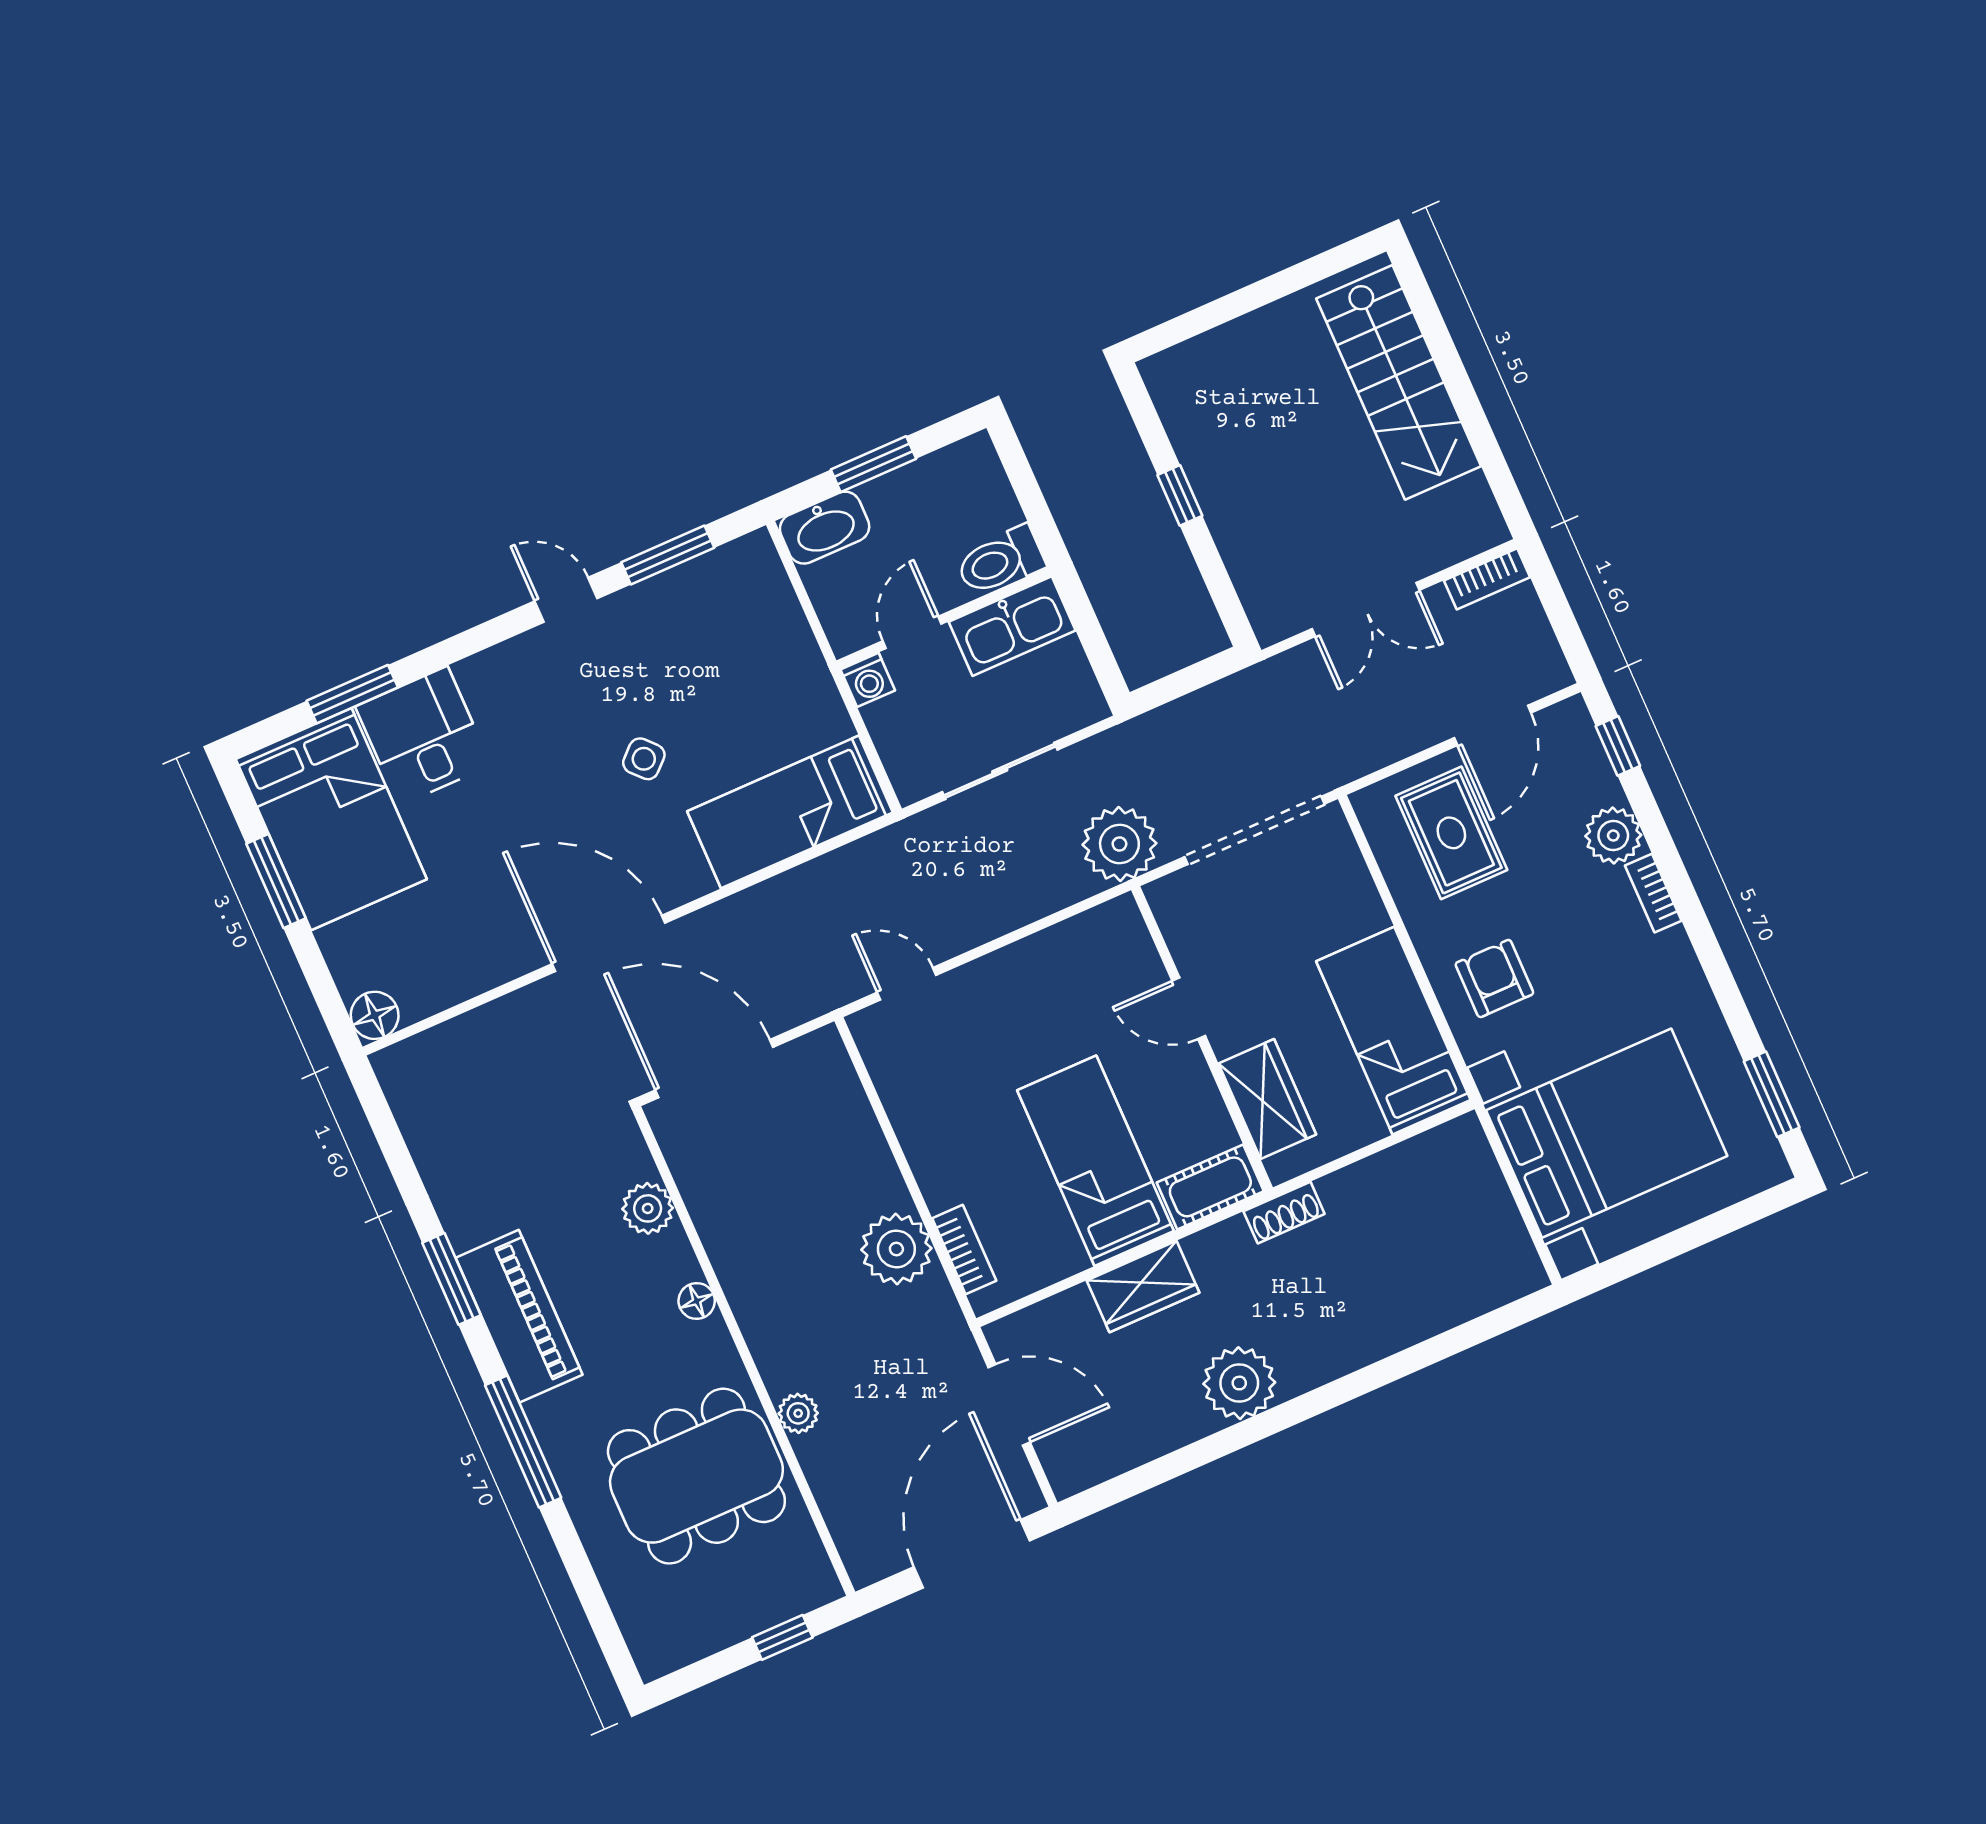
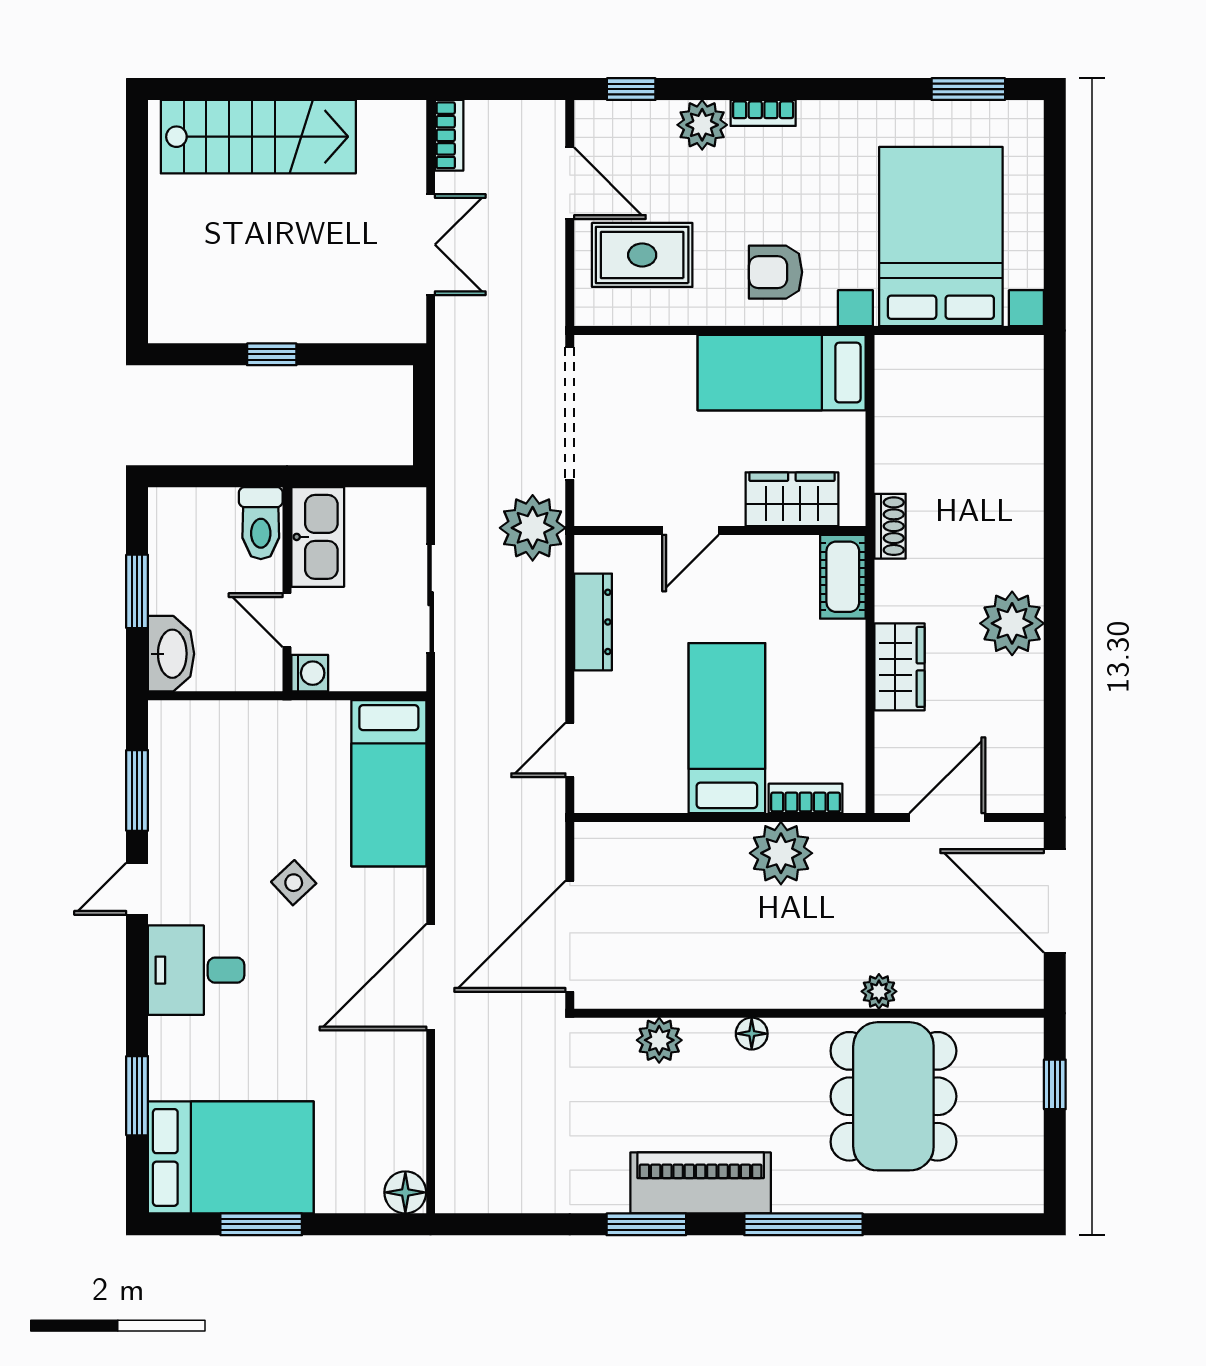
desk: (423, 736) -> (196, 970), moved
dresser: (1050, 949) -> (593, 622), added
bed: (1095, 1161) -> (727, 728), moved, turned 90

